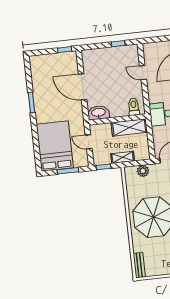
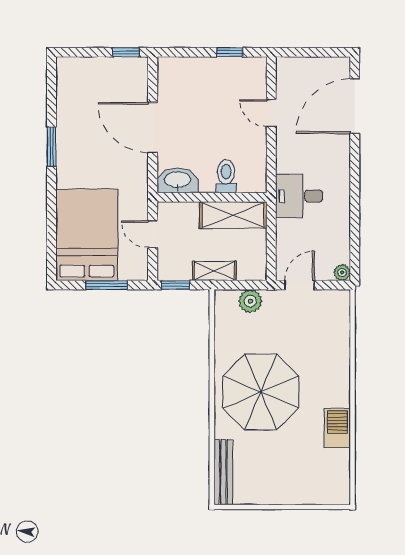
toilet: (134, 107) -> (226, 176), moved
bench: (139, 265) -> (223, 472), width x1.36

